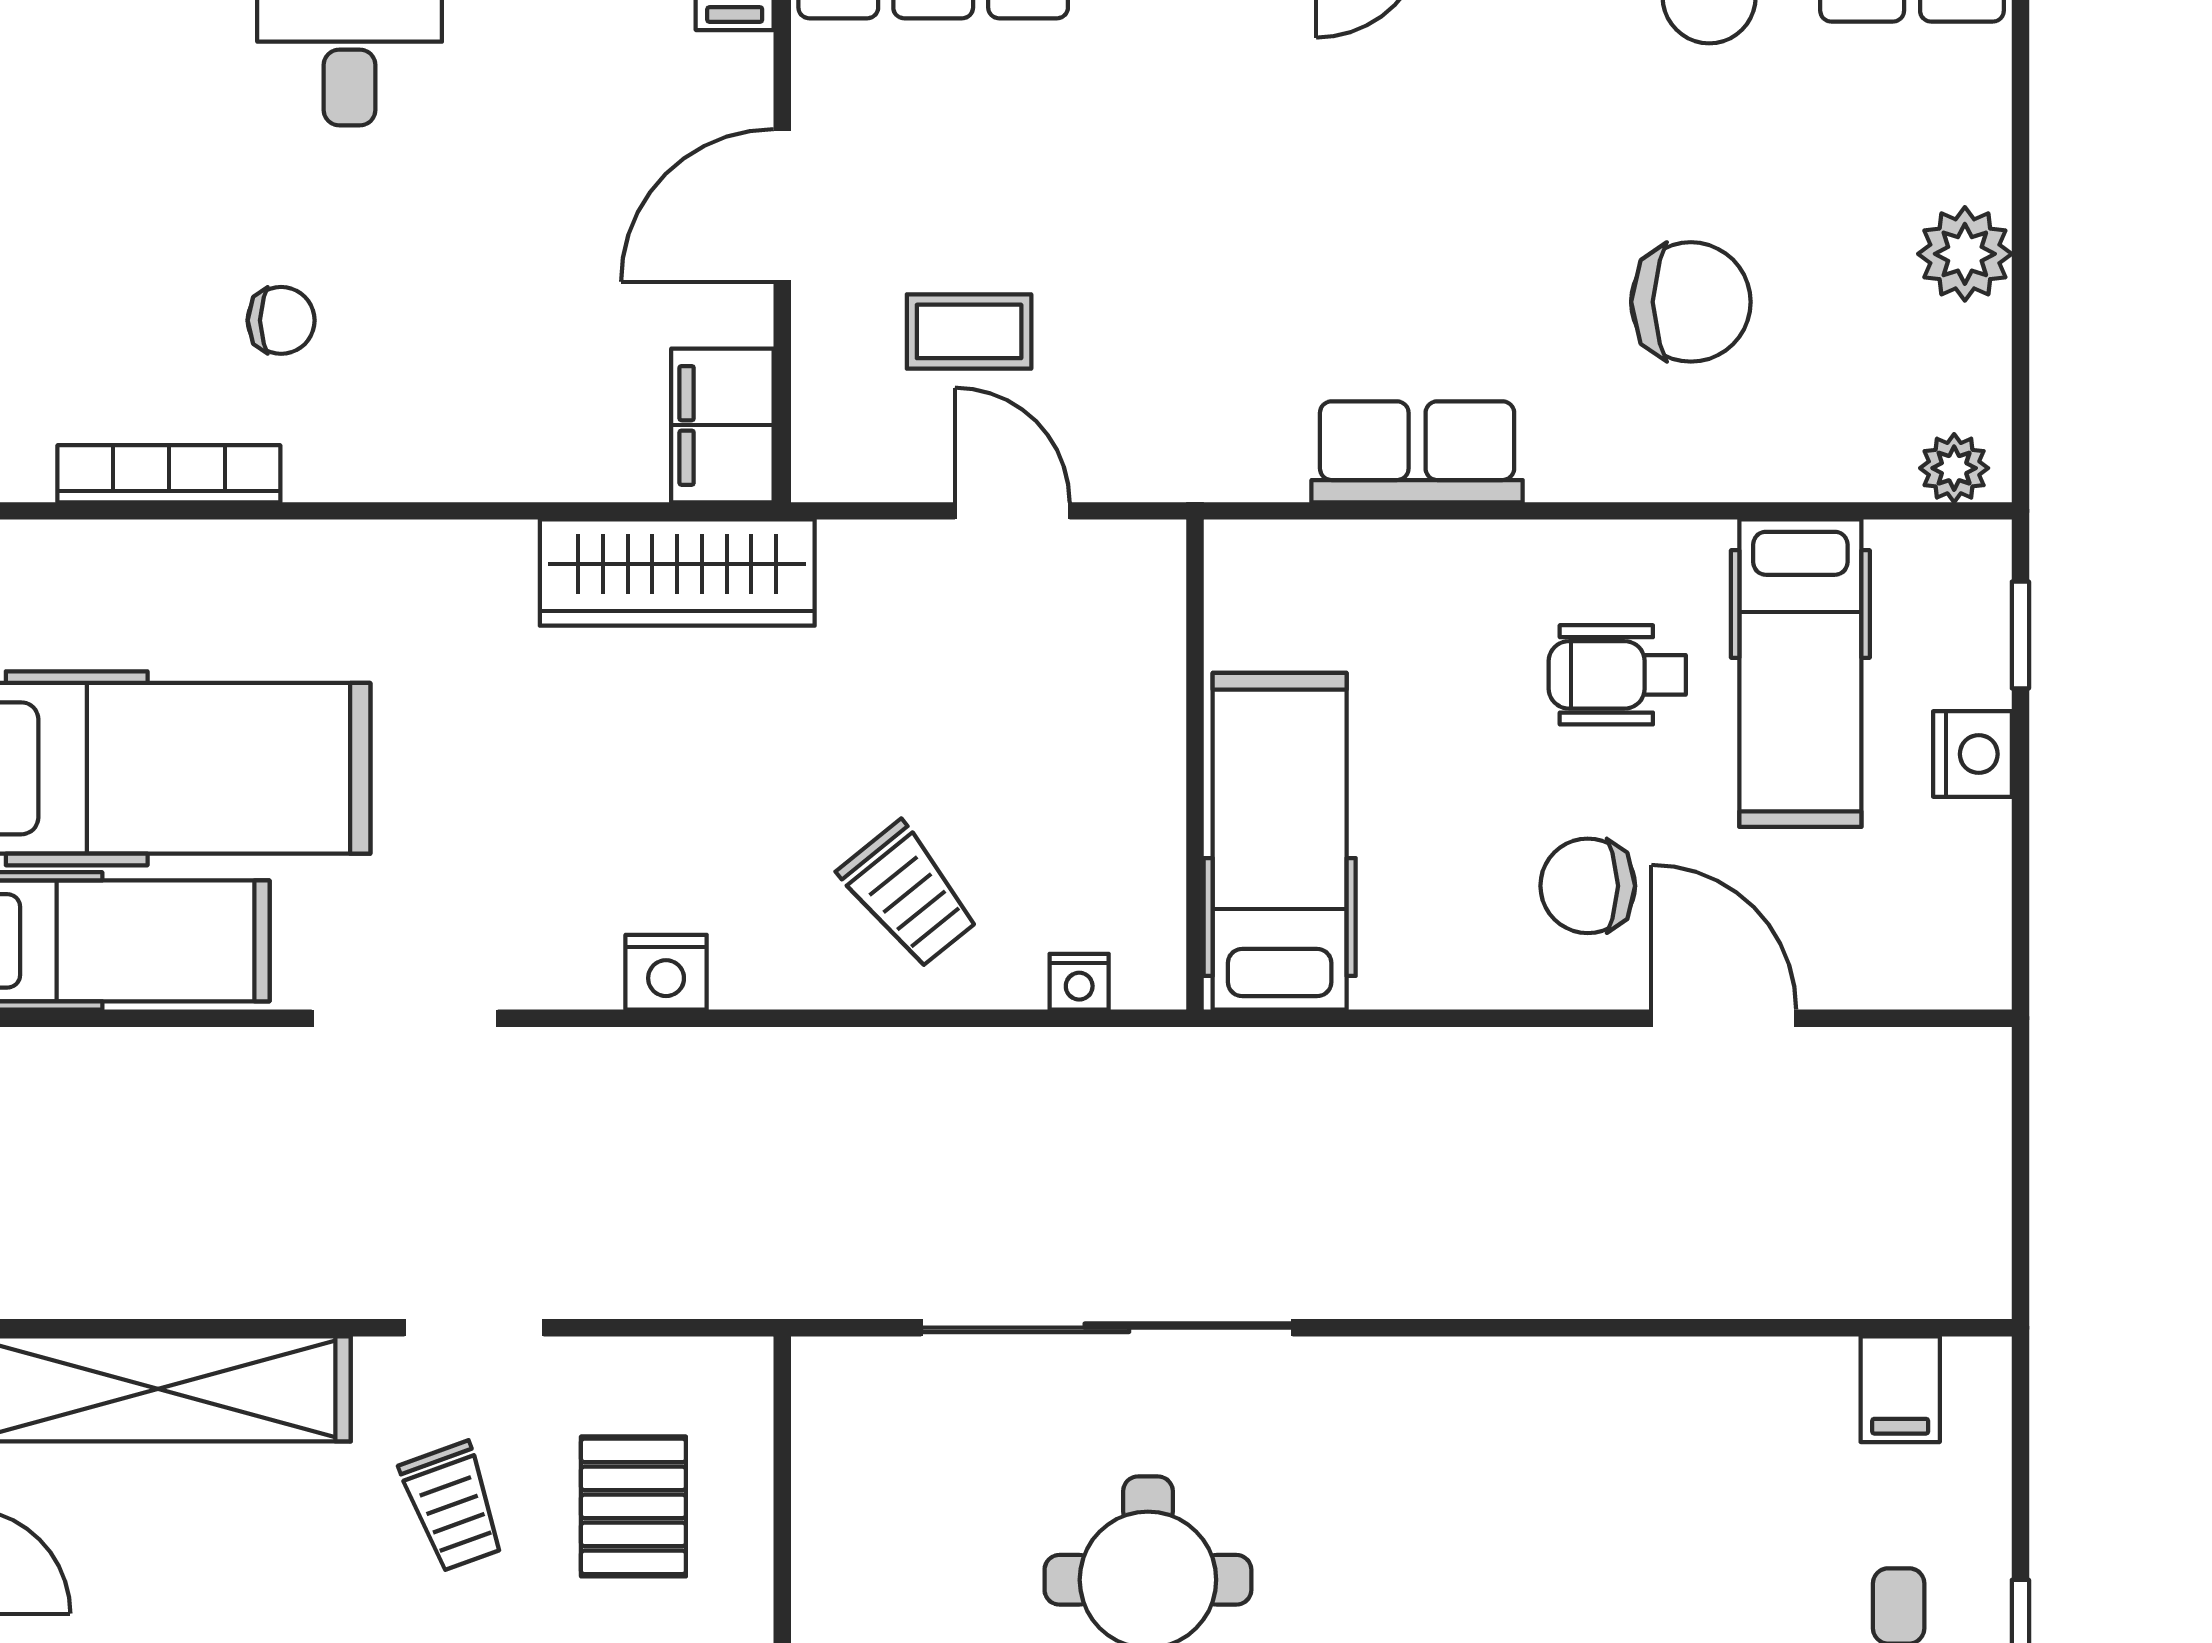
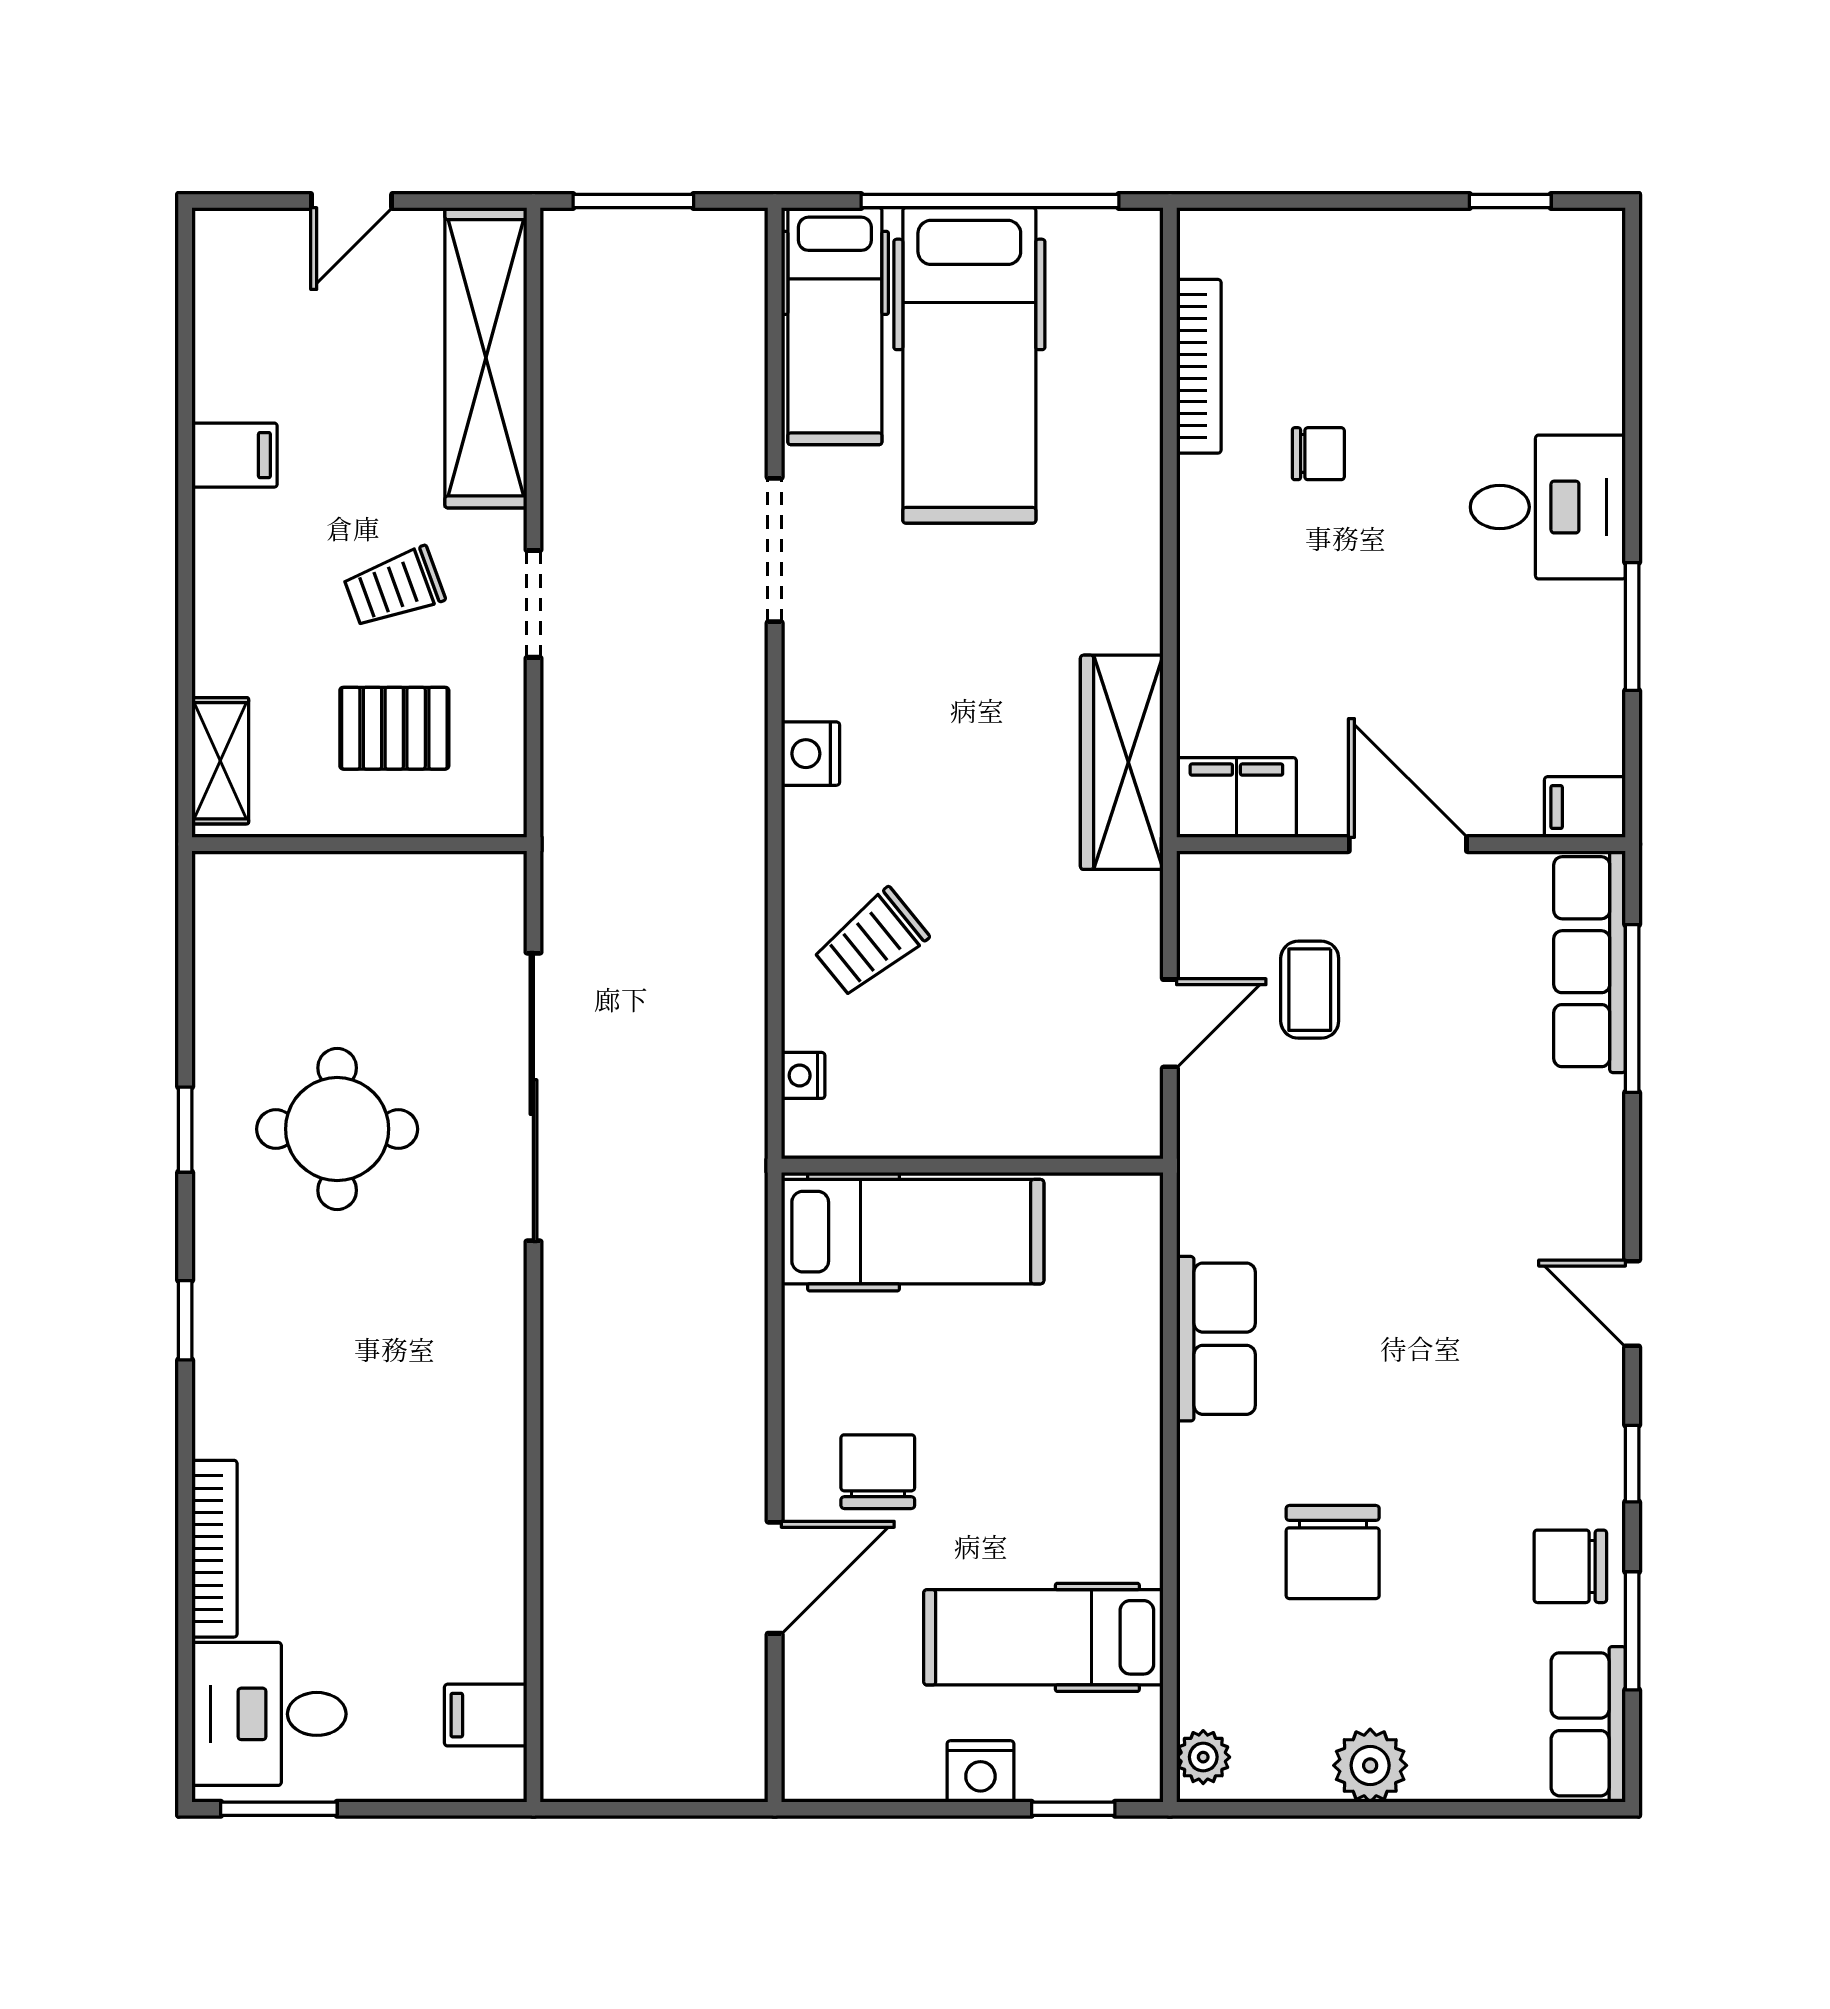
chair: (281, 320) -> (1318, 454), turned -90
wheelchair: (1617, 675) -> (1042, 1495), removed

